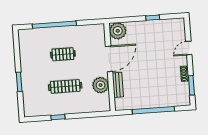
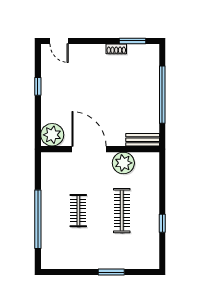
door: (189, 48) -> (59, 41), moved
bench: (118, 85) -> (143, 140), moved

